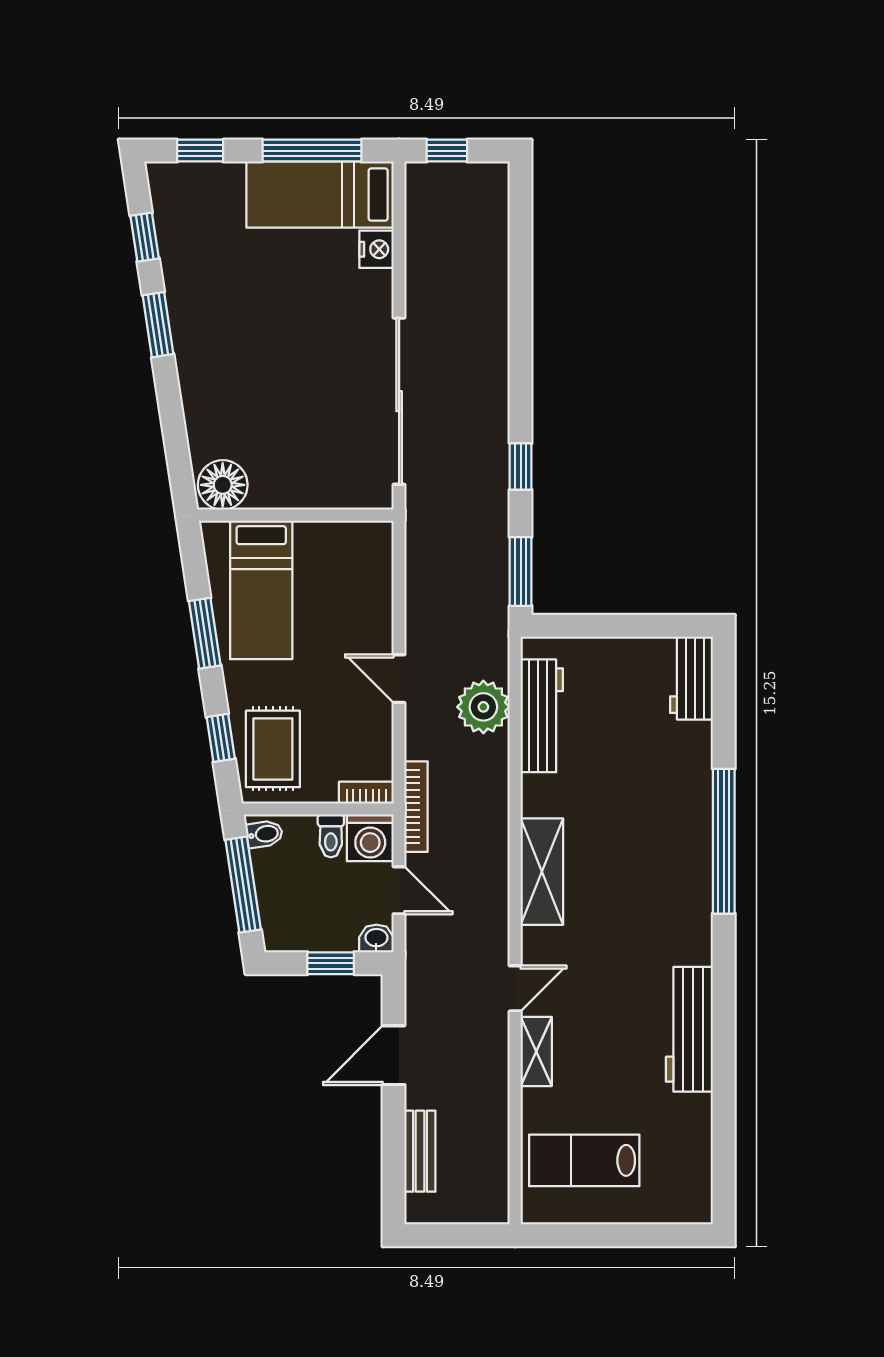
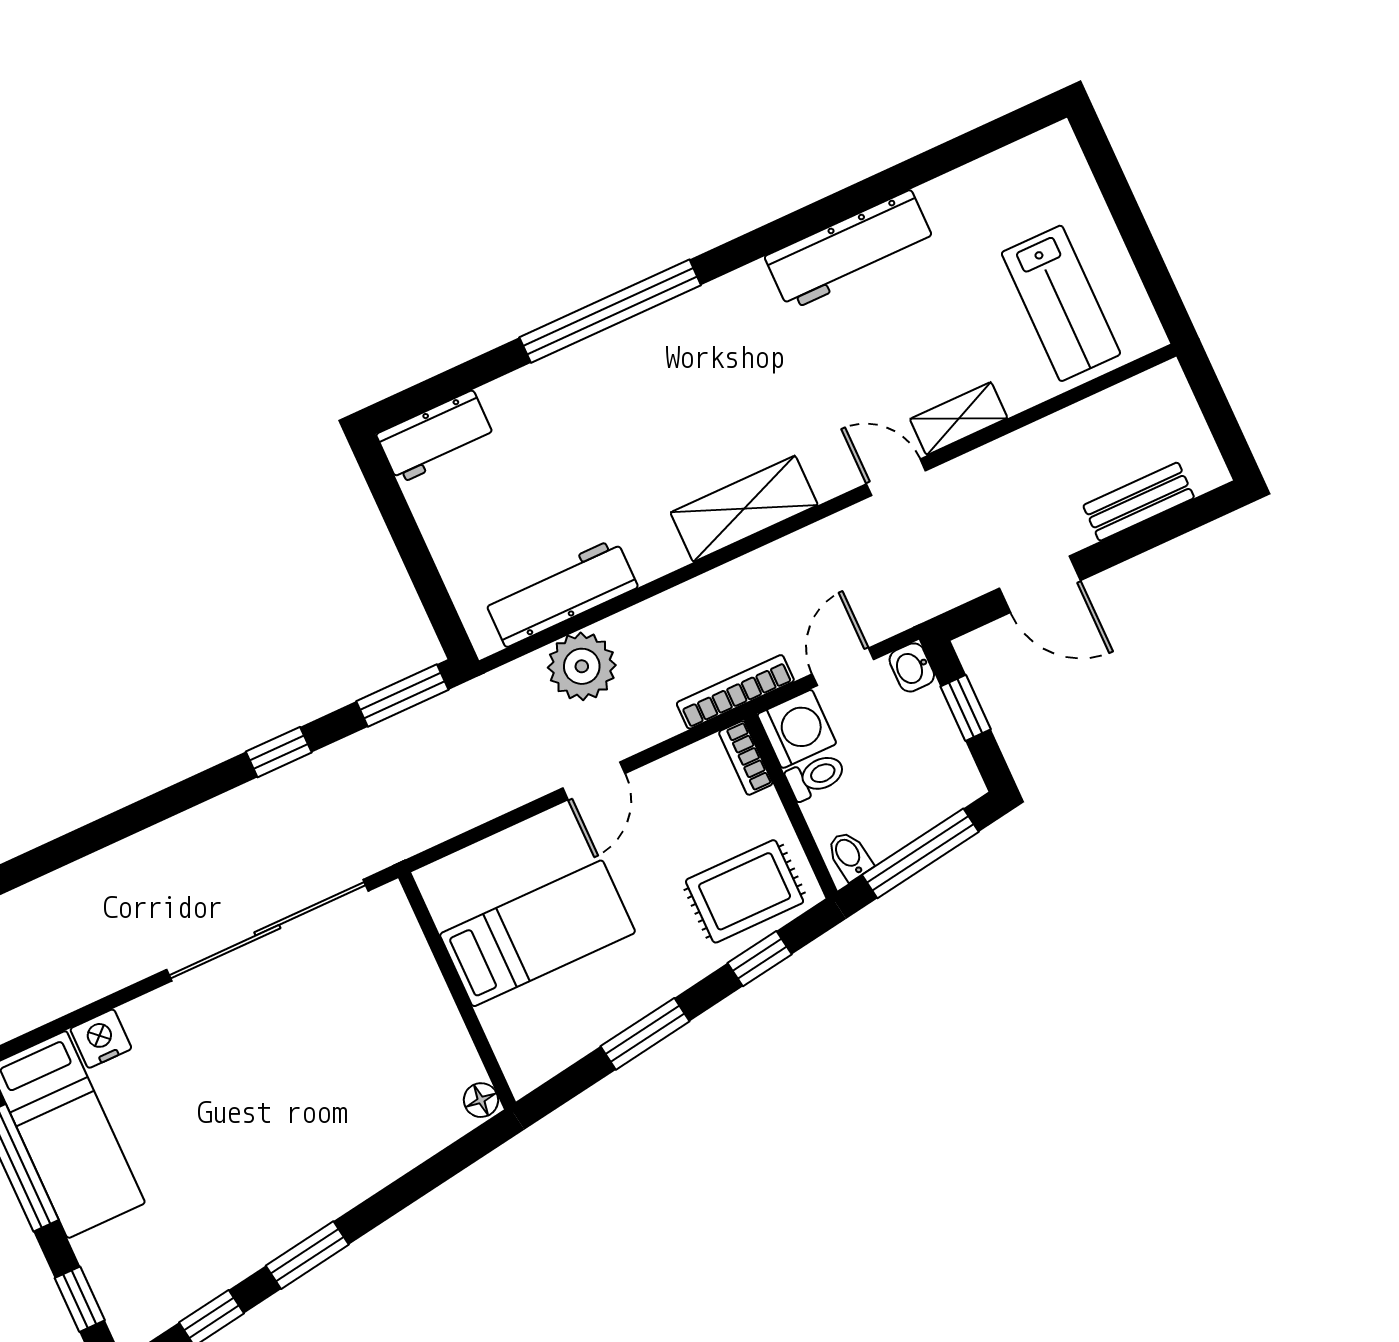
floor lamp: (223, 485) -> (481, 1100), width x0.53, depth x0.53
bed: (261, 590) -> (537, 933), moved

